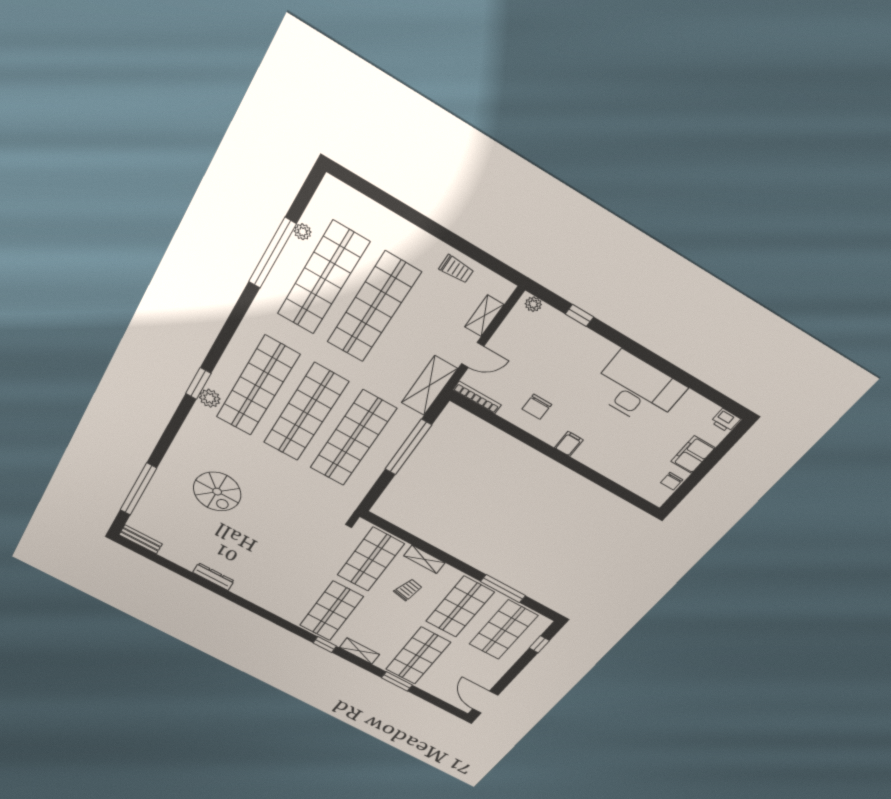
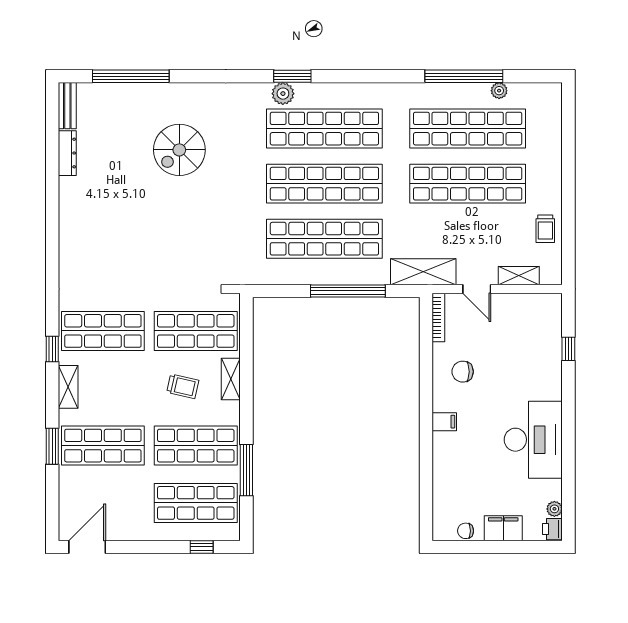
plant: (533, 304) -> (554, 509), moved
dresser: (213, 577) -> (67, 153), moved

